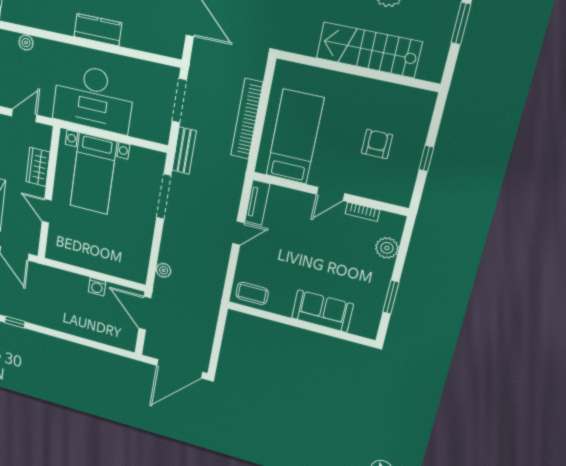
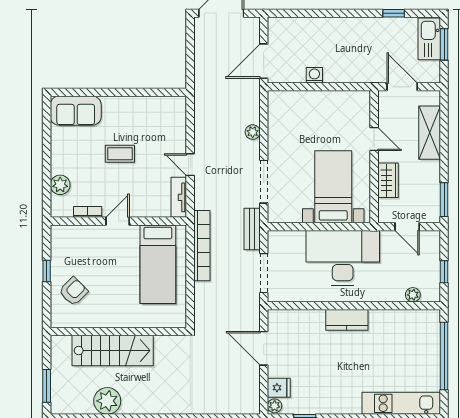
door: (24, 116) -> (407, 227), hinge flipped
bookcase: (247, 119) -> (202, 246), moved
armchair: (377, 144) -> (73, 291), moved, turned -135
door: (238, 233) -> (190, 165), hinge flipped
plant: (164, 270) -> (253, 132), moved
coffee table: (252, 293) -> (120, 154), moved
window: (391, 297) -> (47, 141), removed
sofa: (322, 311) -> (76, 111), moved
door: (145, 313) -> (264, 61), swing flipped

